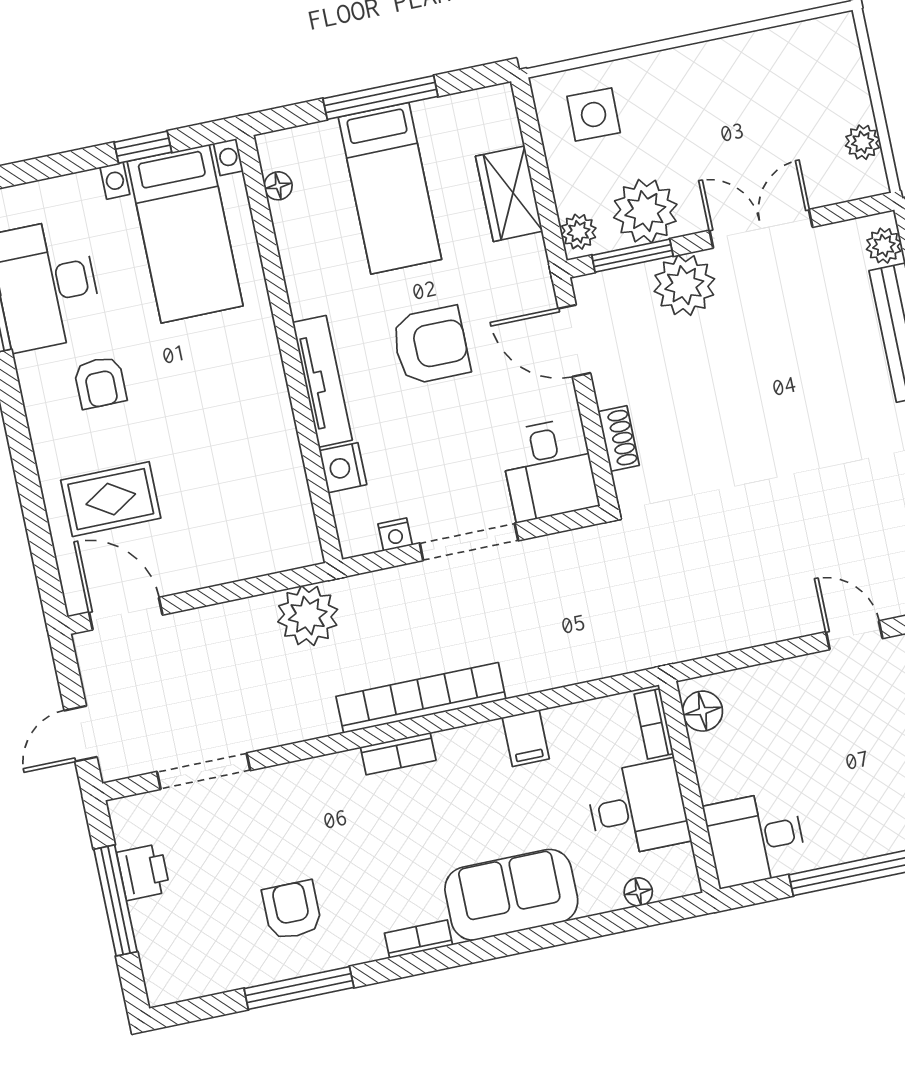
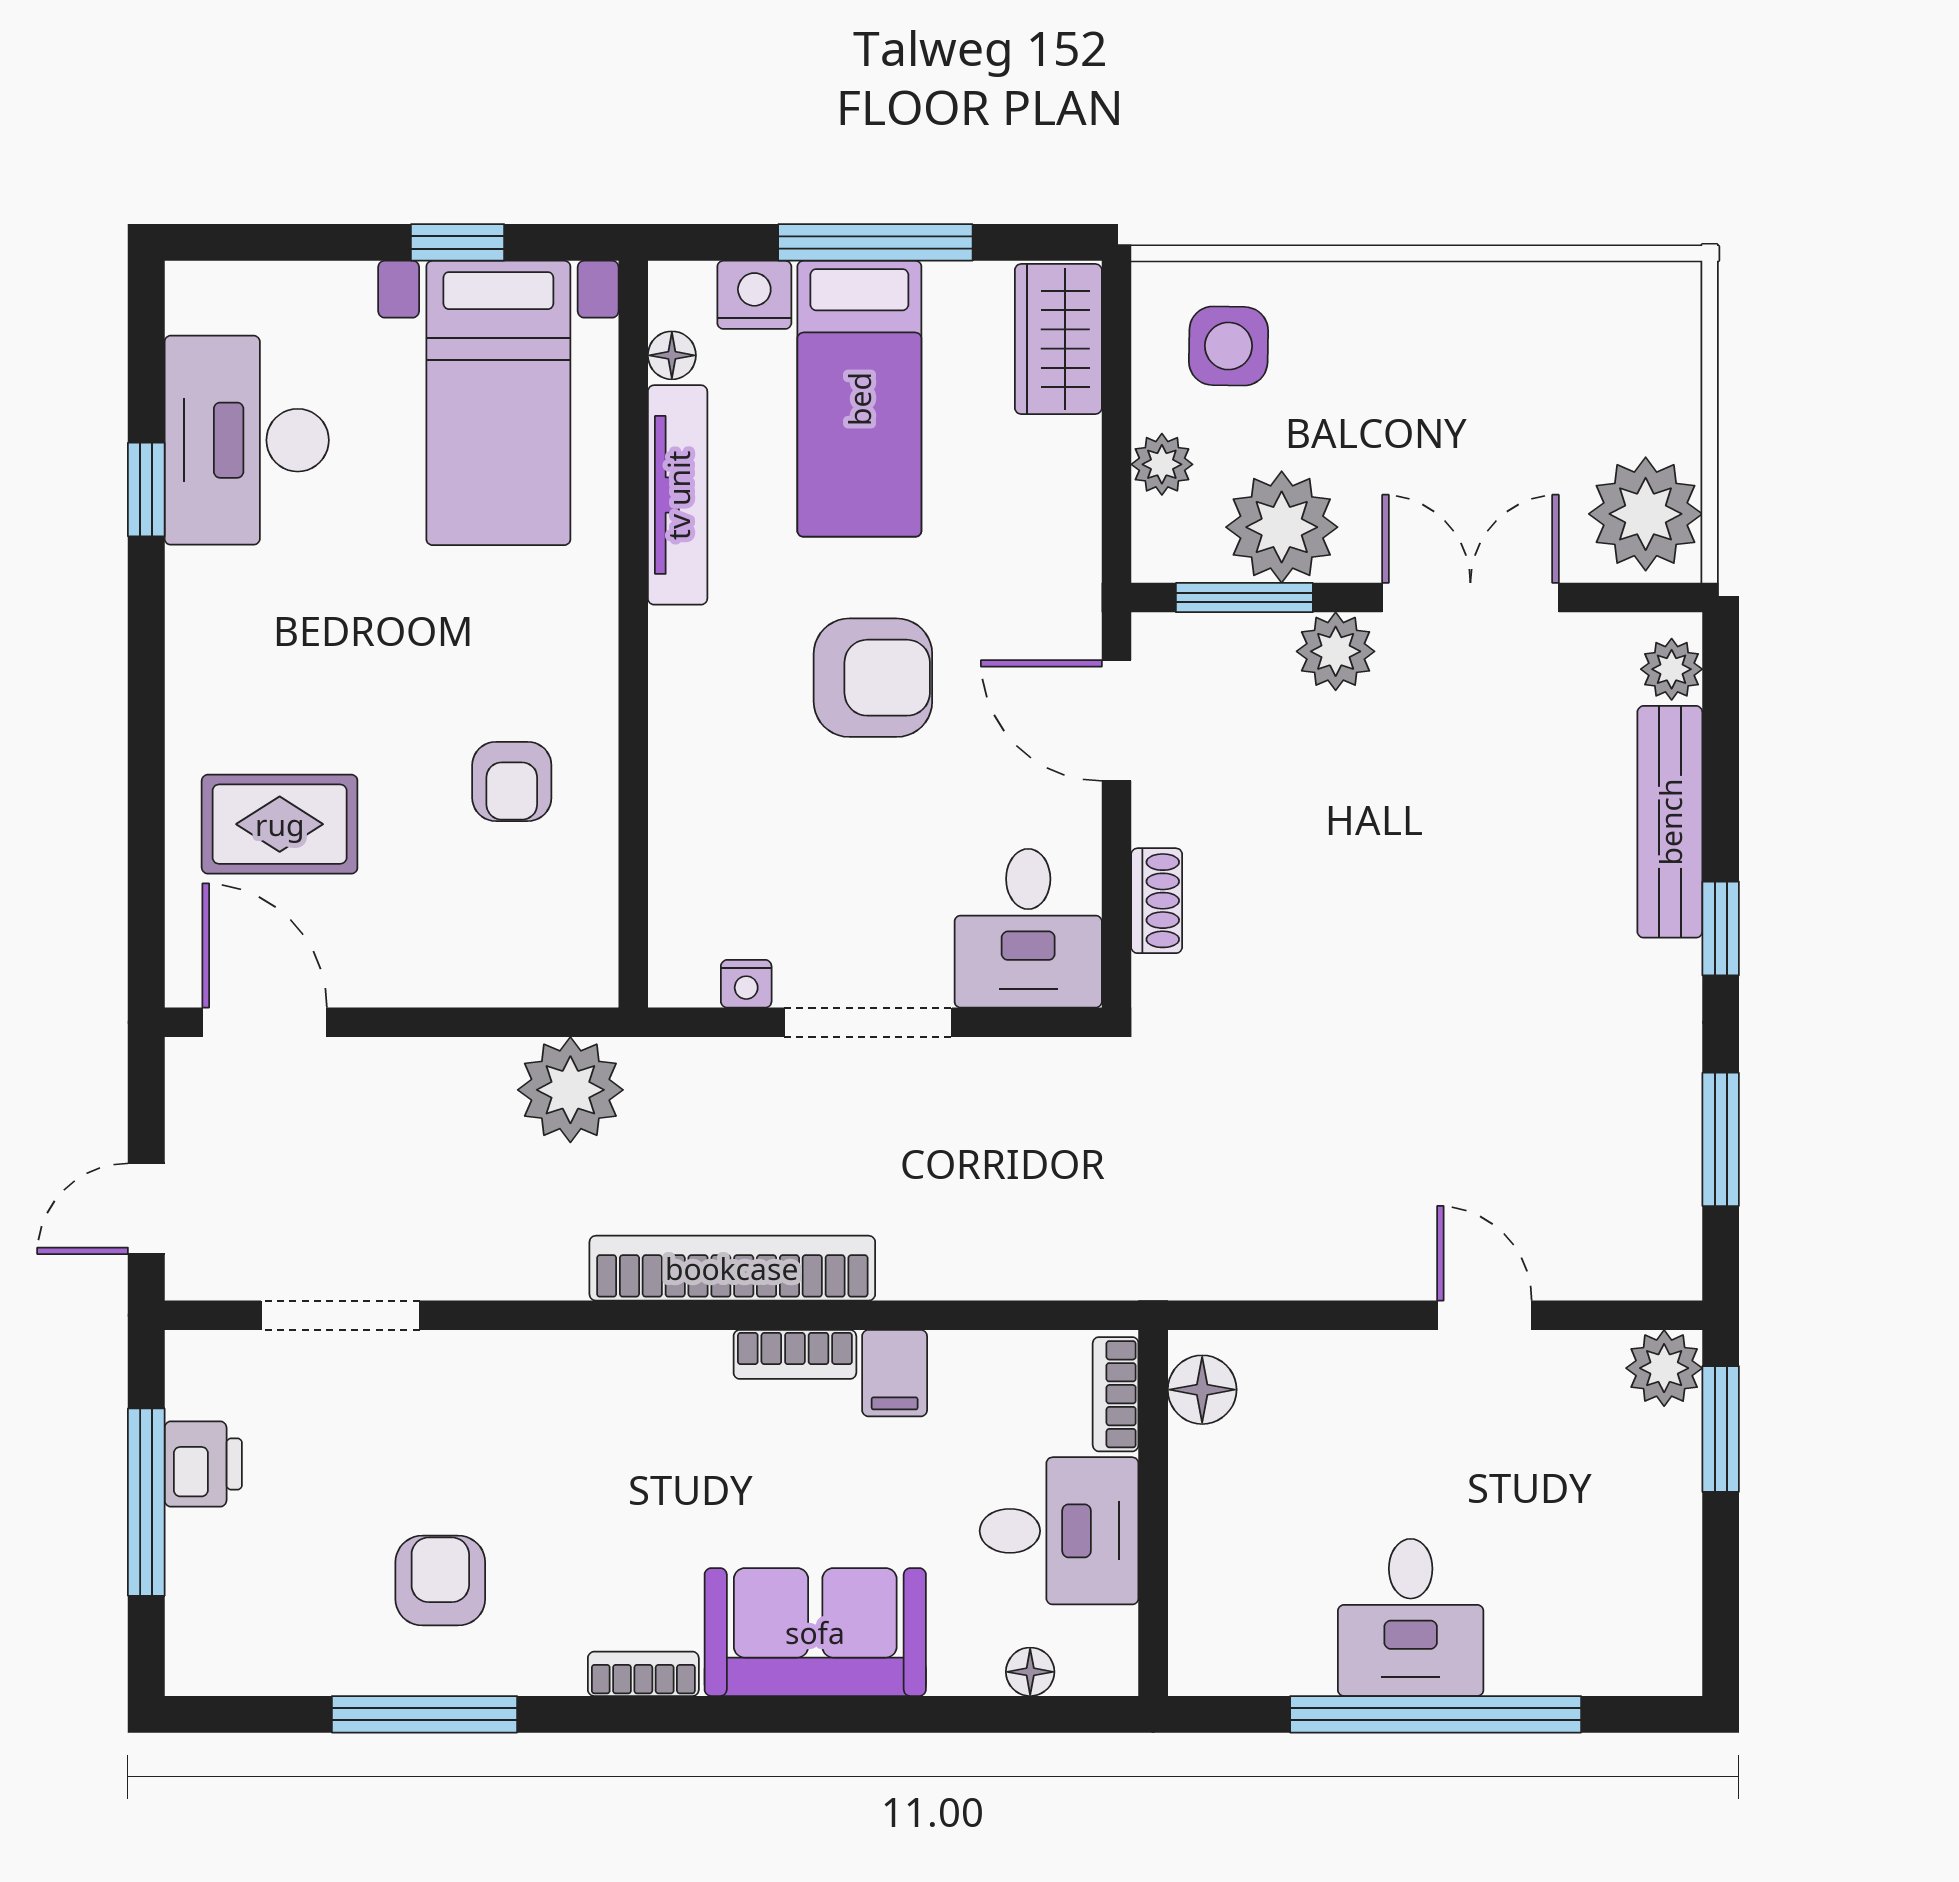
plant: (863, 142) -> (1646, 514), width x1.88, depth x1.88
wardrobe: (509, 194) -> (1058, 339), moved
plant: (579, 232) -> (1162, 464), moved
plant: (684, 285) -> (1336, 651), width x0.73, depth x0.73
tv unit: (322, 381) -> (678, 495), moved
armchair: (100, 383) -> (512, 781), moved
nightstand: (343, 468) -> (754, 295), moved, turned 90
bookcase: (398, 754) -> (795, 1354), moved
desk: (755, 839) -> (1411, 1617), moved, turned -90

